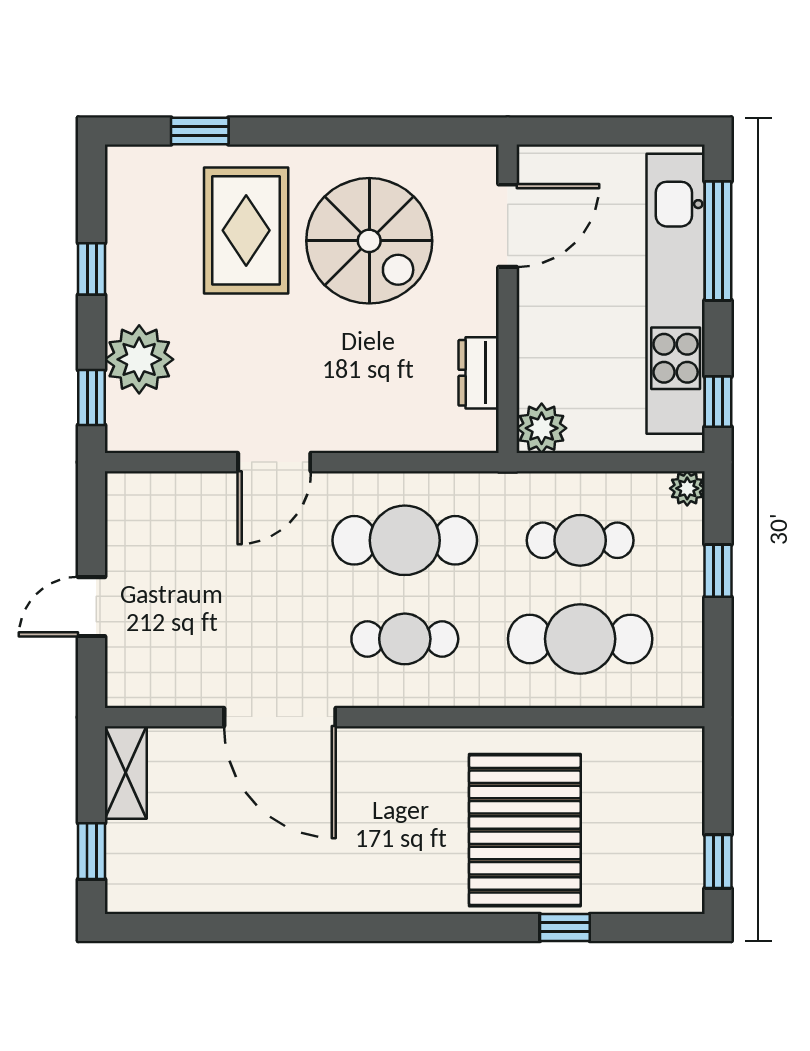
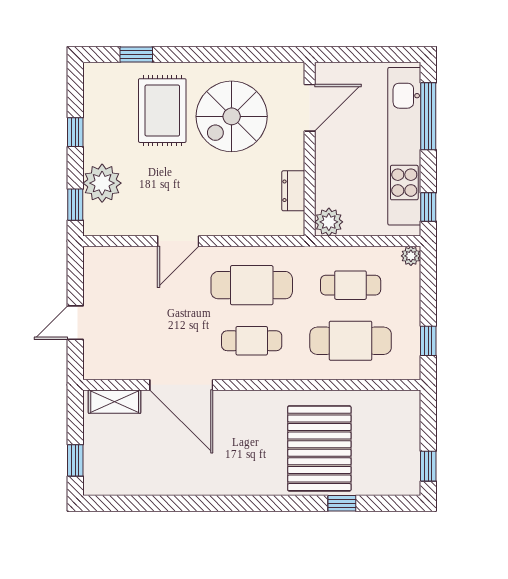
spiral stairs: (369, 241) -> (232, 116), turned 90
window: (718, 571) -> (428, 341), moved
shelving: (126, 772) -> (115, 402), moved, turned 90

